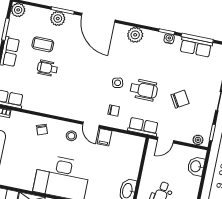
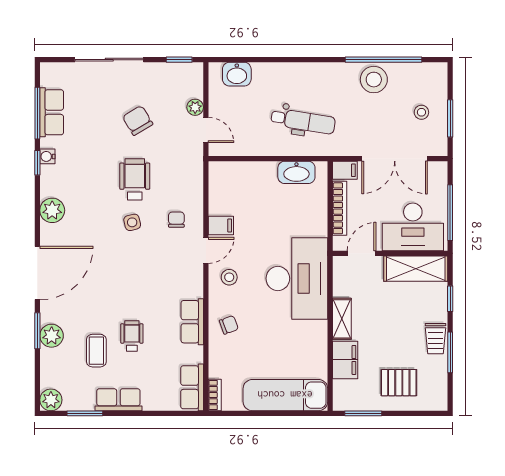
wheelchair: (47, 68) -> (132, 336), turned 180
row of seats: (143, 127) -> (192, 322), moved
plant: (198, 140) -> (195, 107), moved

